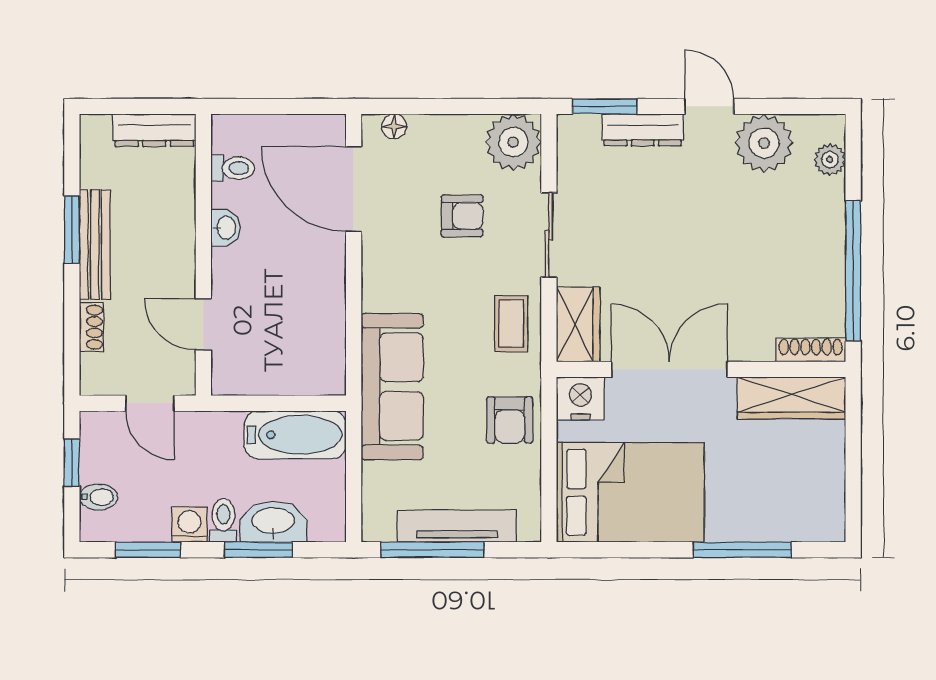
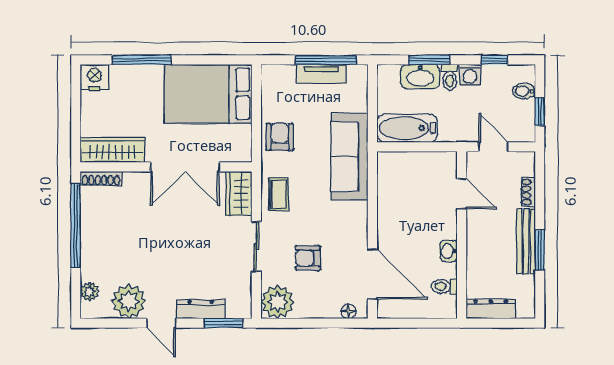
nightstand: (580, 398) -> (94, 77), moved, turned 180
tv unit: (457, 526) -> (321, 74), width x0.71
window: (148, 550) -> (495, 60), width x0.67

